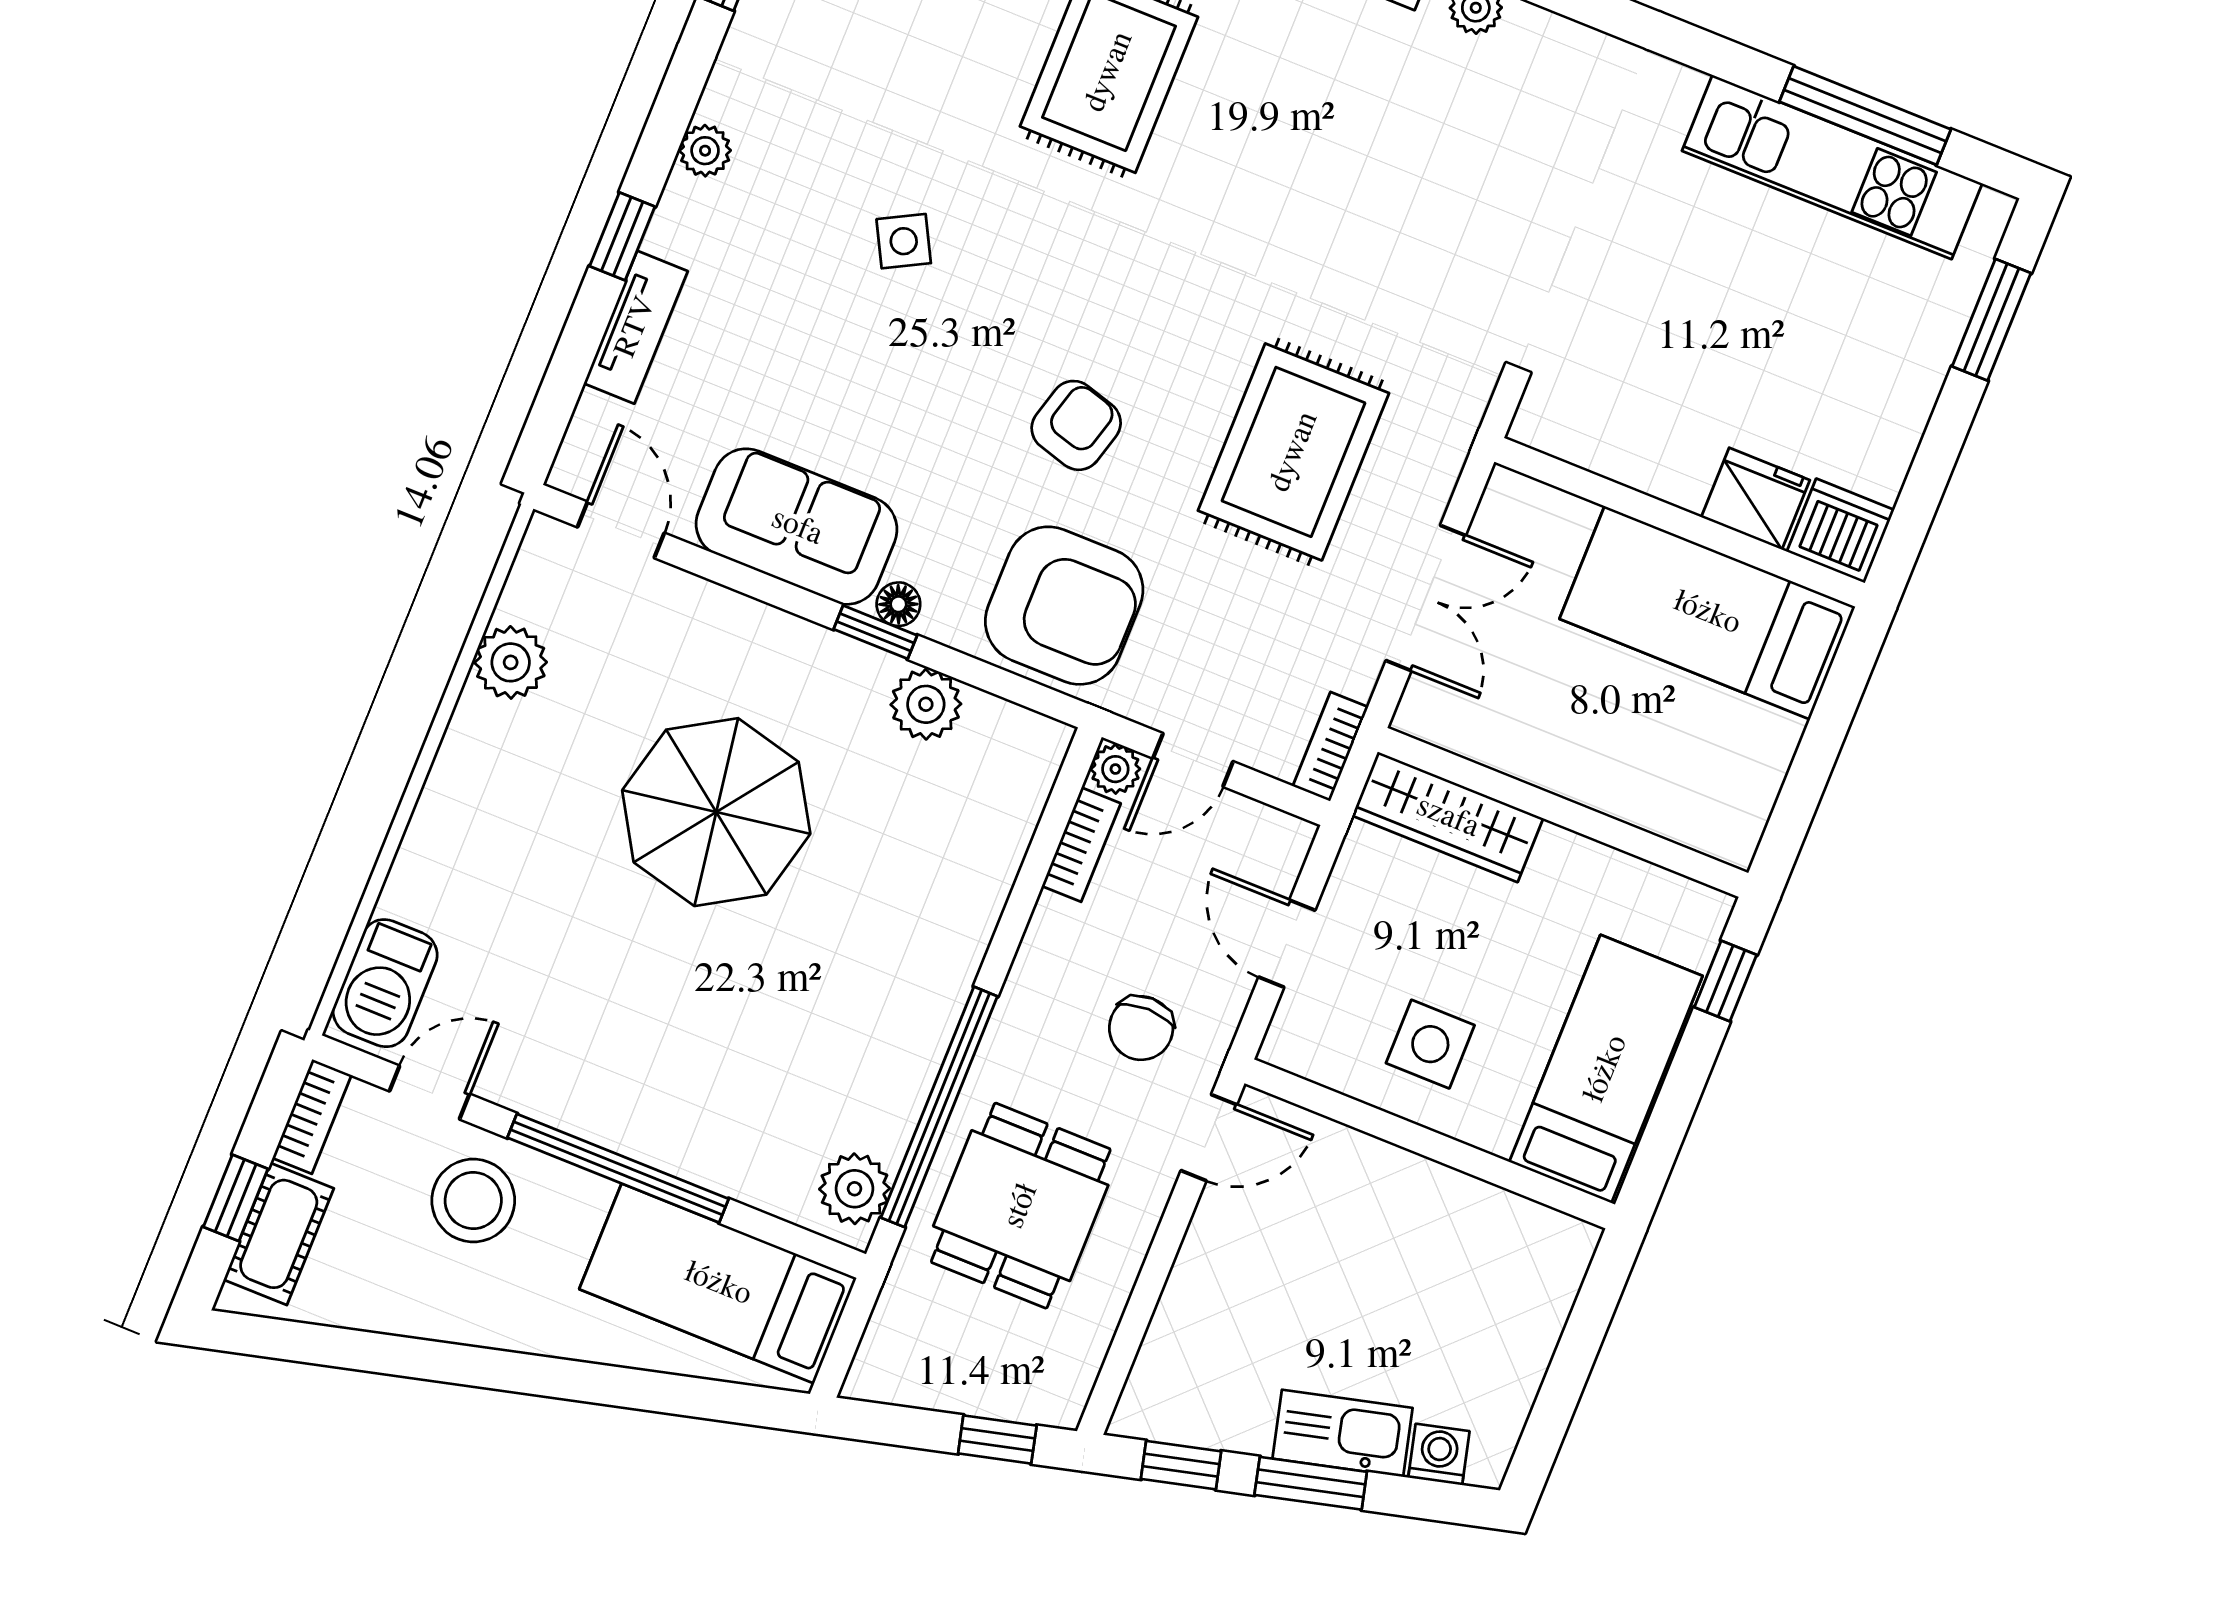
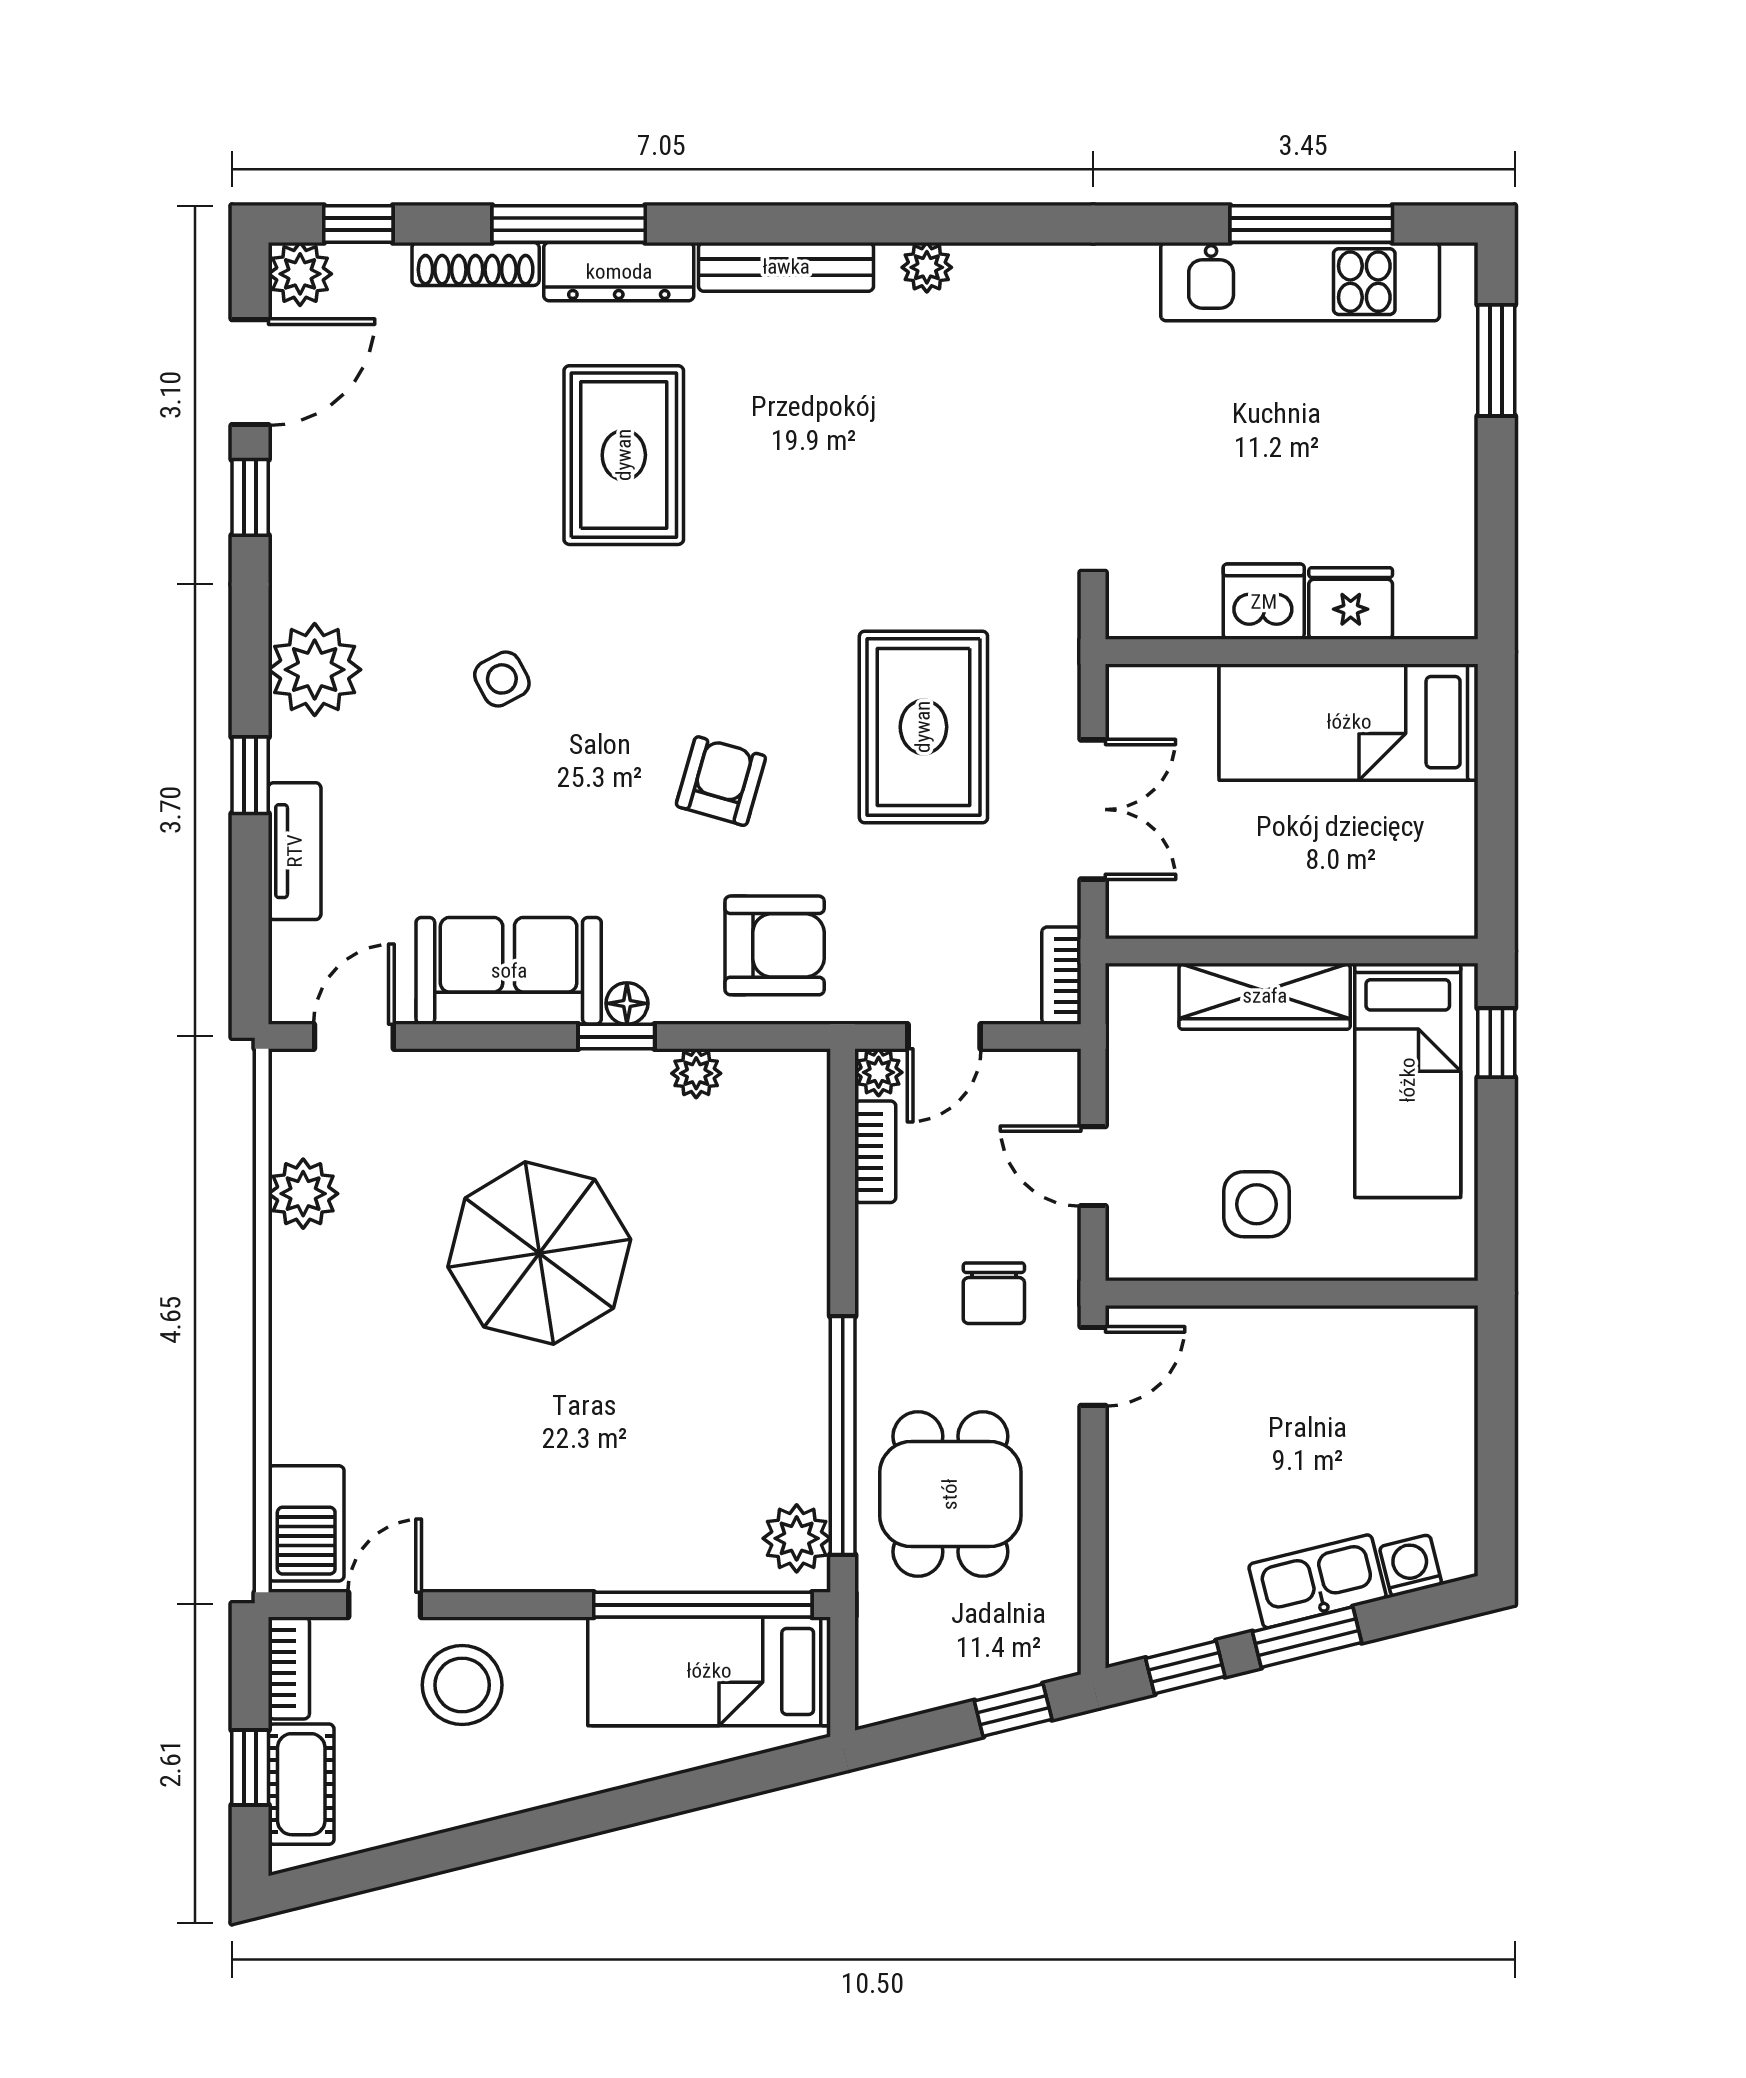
plant: (705, 151) -> (315, 670), width x1.88, depth x1.88
door: (621, 530) -> (354, 1037), hinge flipped
dishwasher: (1841, 531) -> (1264, 602), moved
armchair: (1064, 606) -> (775, 945), width x0.73, depth x0.73
plant: (926, 704) -> (696, 1073), width x0.73, depth x0.73
wardrobe: (1448, 817) -> (1265, 996), moved
bed: (1606, 1069) -> (1408, 1080), moved, turned 180
window: (618, 1168) -> (703, 1605), moved

